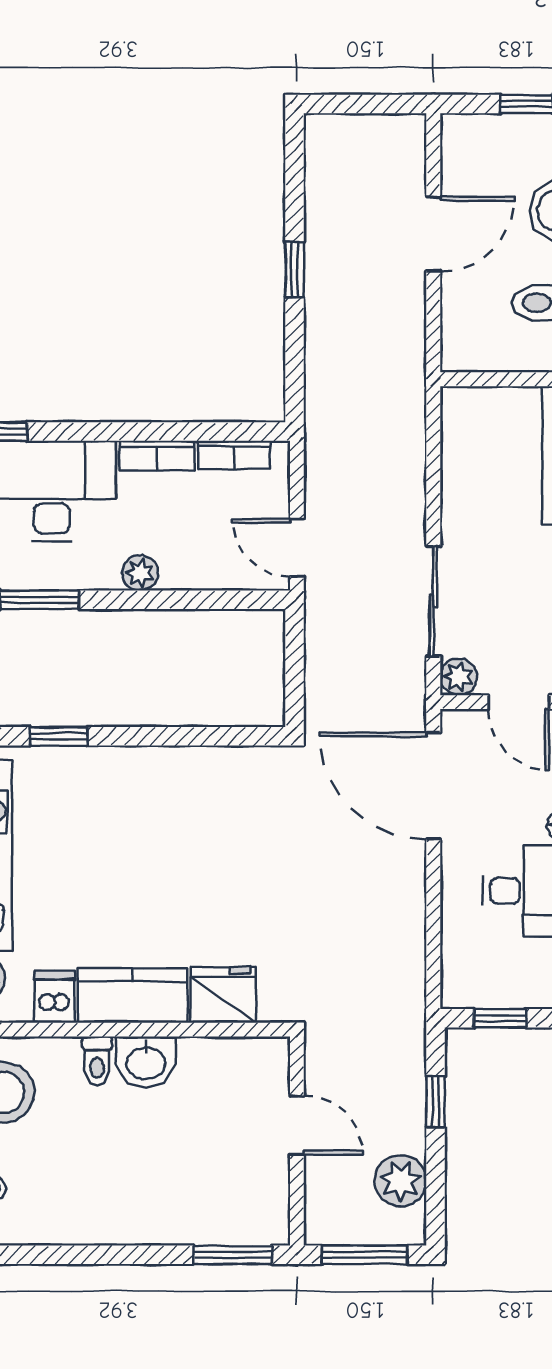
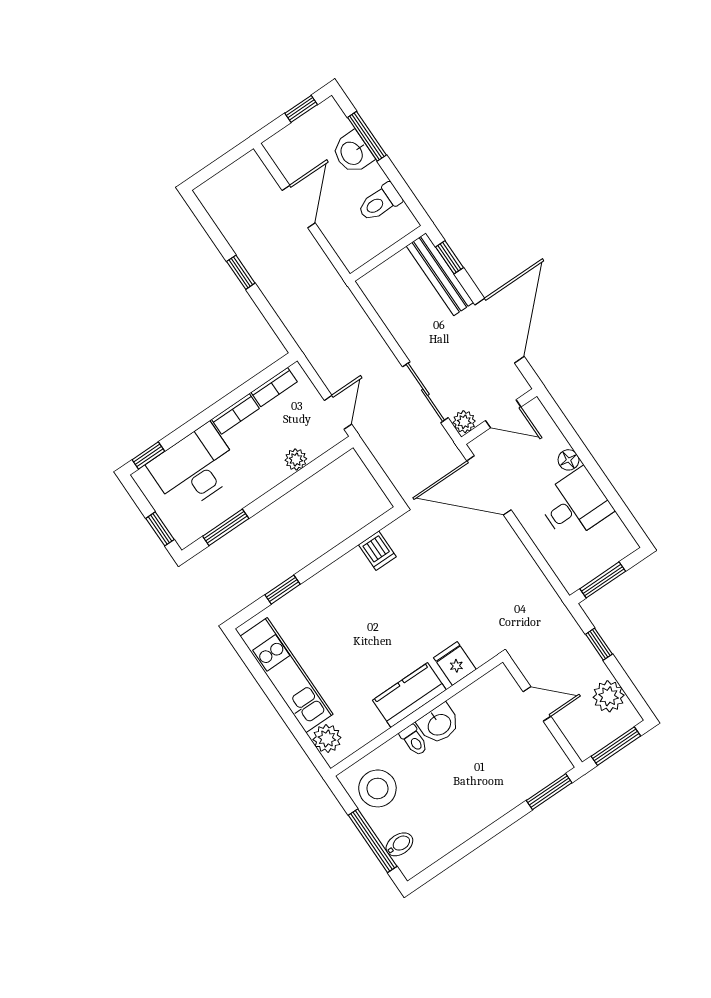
door: (297, 548) -> (338, 412), swing flipped
plant: (140, 573) -> (296, 459), moved
fridge: (223, 995) -> (455, 664), width x0.72
dishwasher: (54, 997) -> (377, 551), moved, turned 180
window: (500, 1018) -> (603, 580), width x1.50

